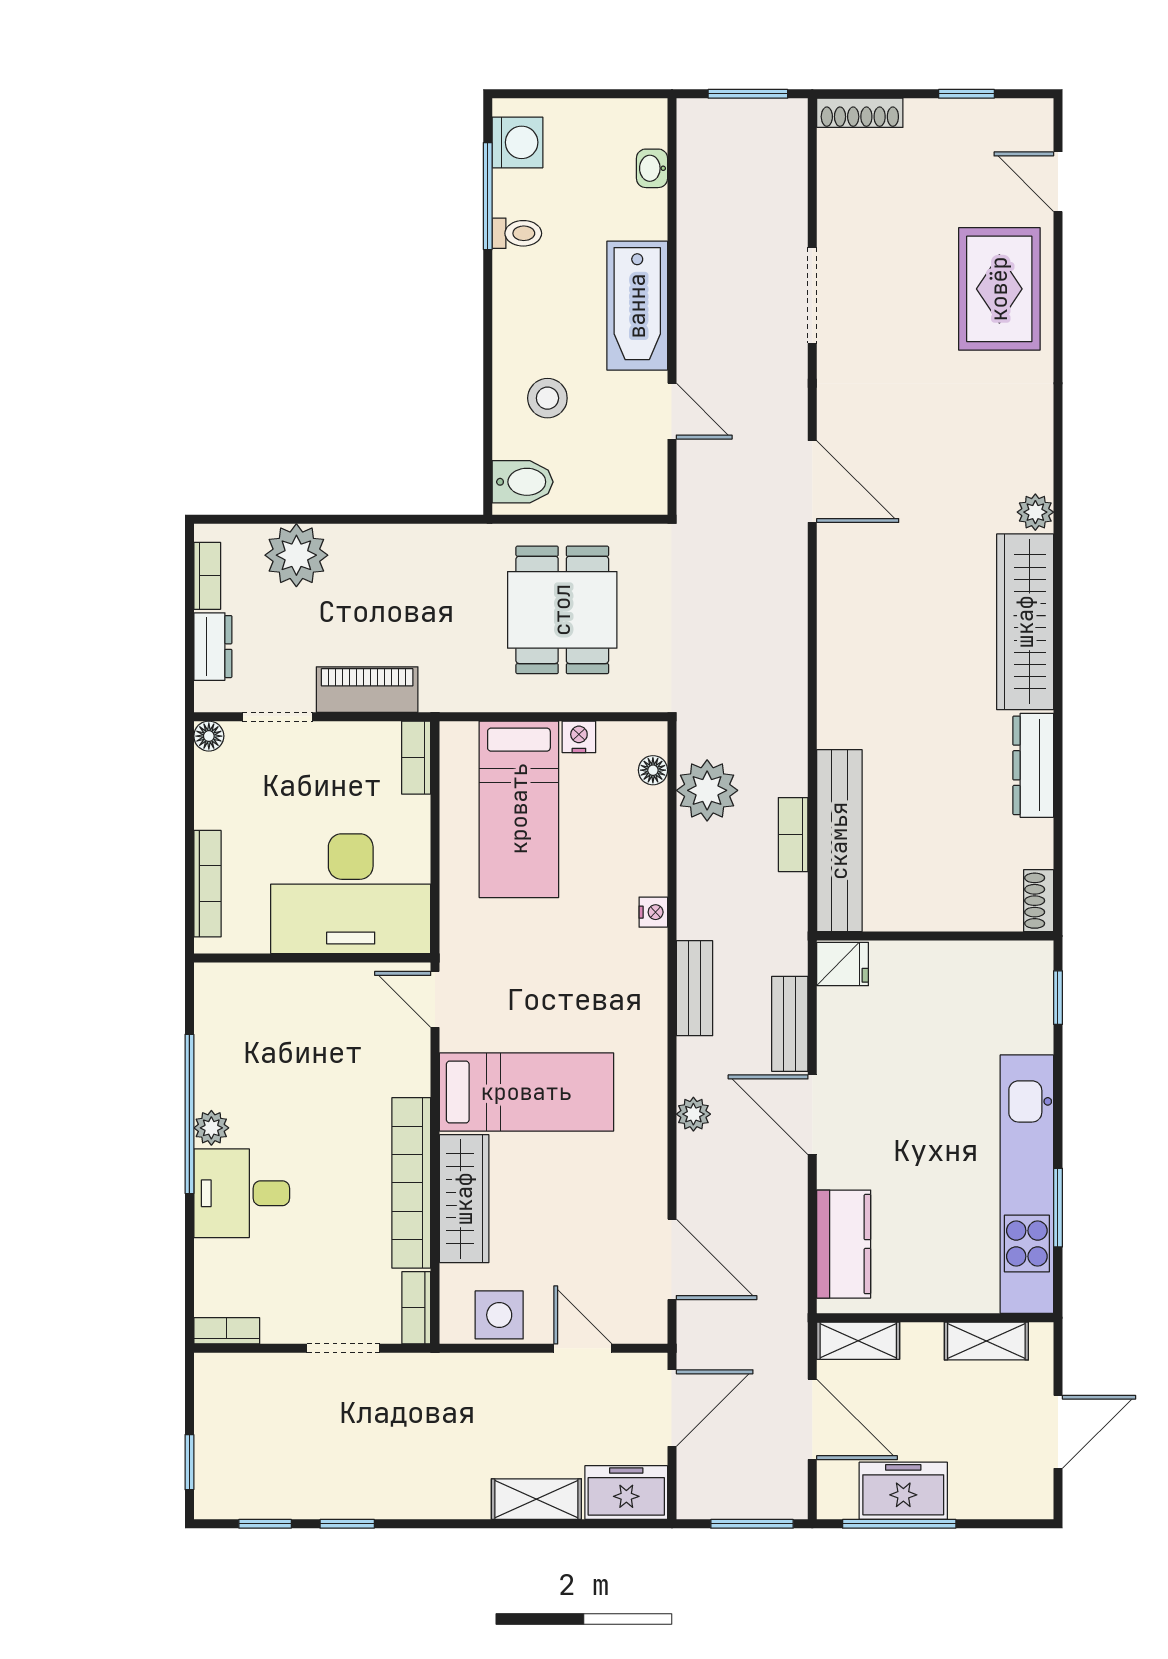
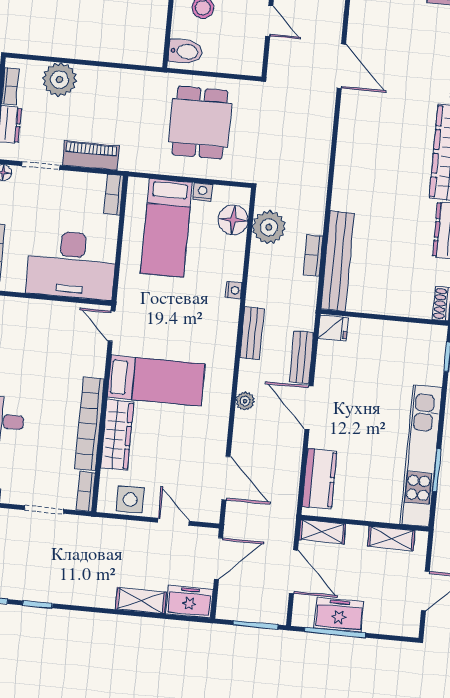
floor lamp: (653, 770) -> (233, 220), width x1.89, depth x1.89

